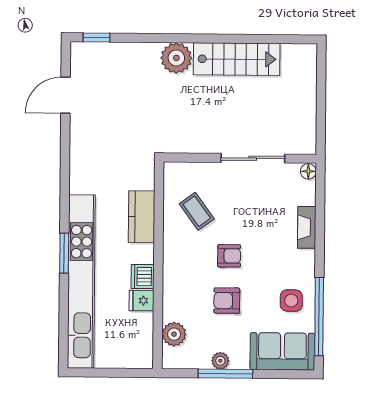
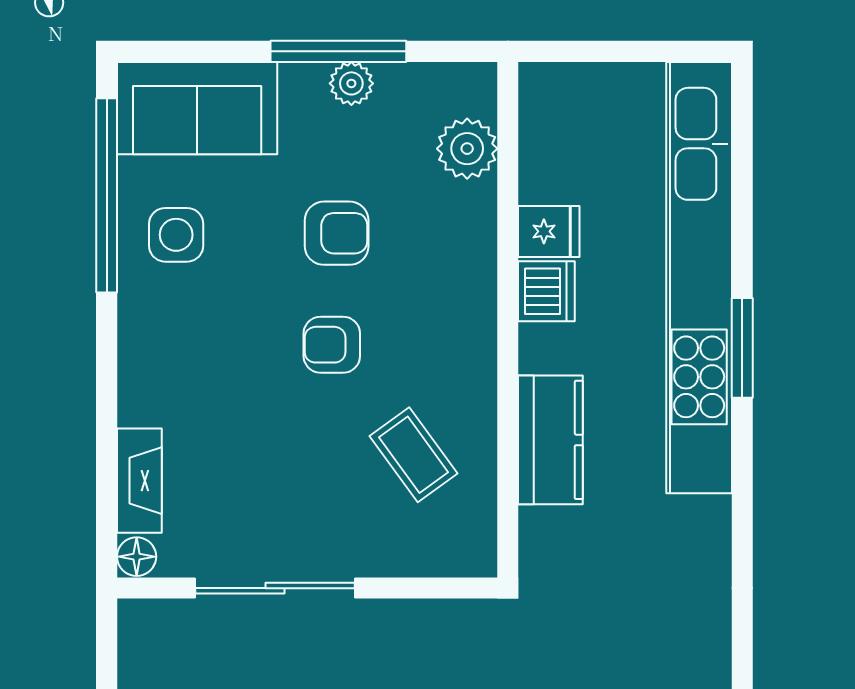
fireplace: (307, 227) -> (139, 481), moved

